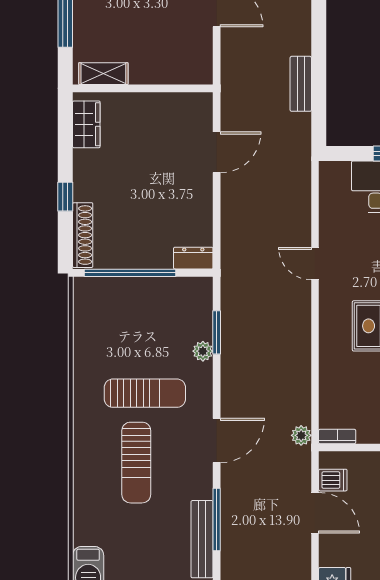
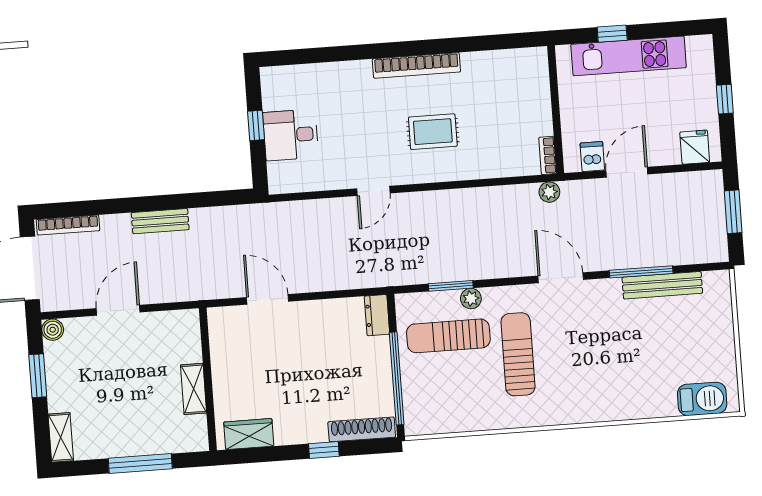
shelving: (103, 74) -> (194, 389), moved
bench: (301, 84) -> (160, 221), moved
sun lounger: (136, 463) -> (448, 336), moved, turned 180

